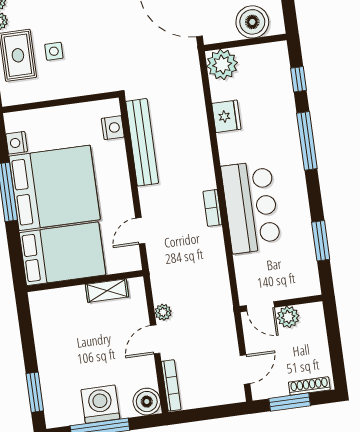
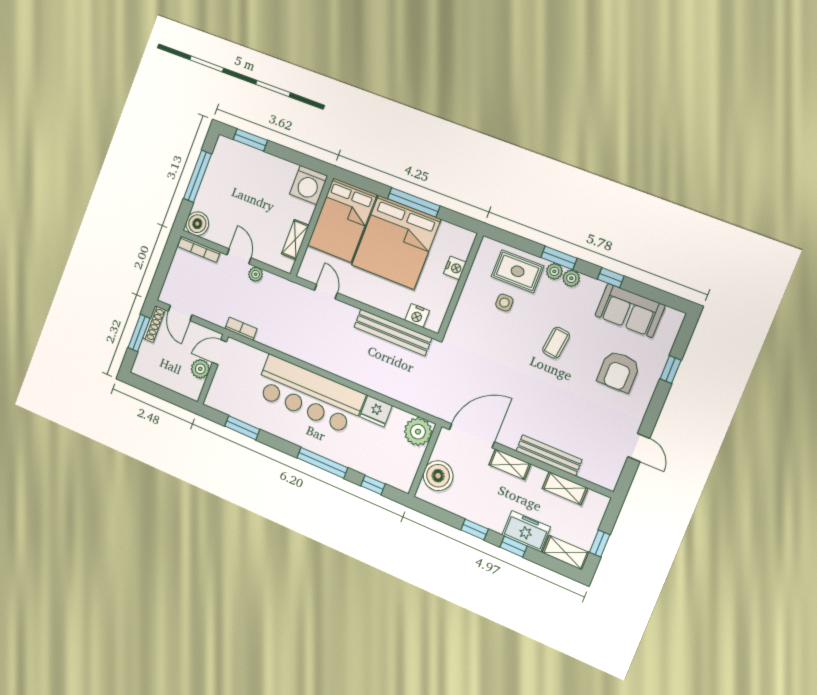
nightstand: (17, 143) -> (455, 268), moved, turned 90
bar counter: (251, 207) -> (309, 394), width x1.36
bookcase: (212, 208) -> (241, 329), moved
shoe rack: (309, 386) -> (154, 324), moved
washing machine: (100, 404) -> (309, 185), moved, turned 90

